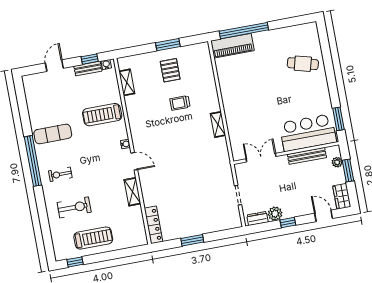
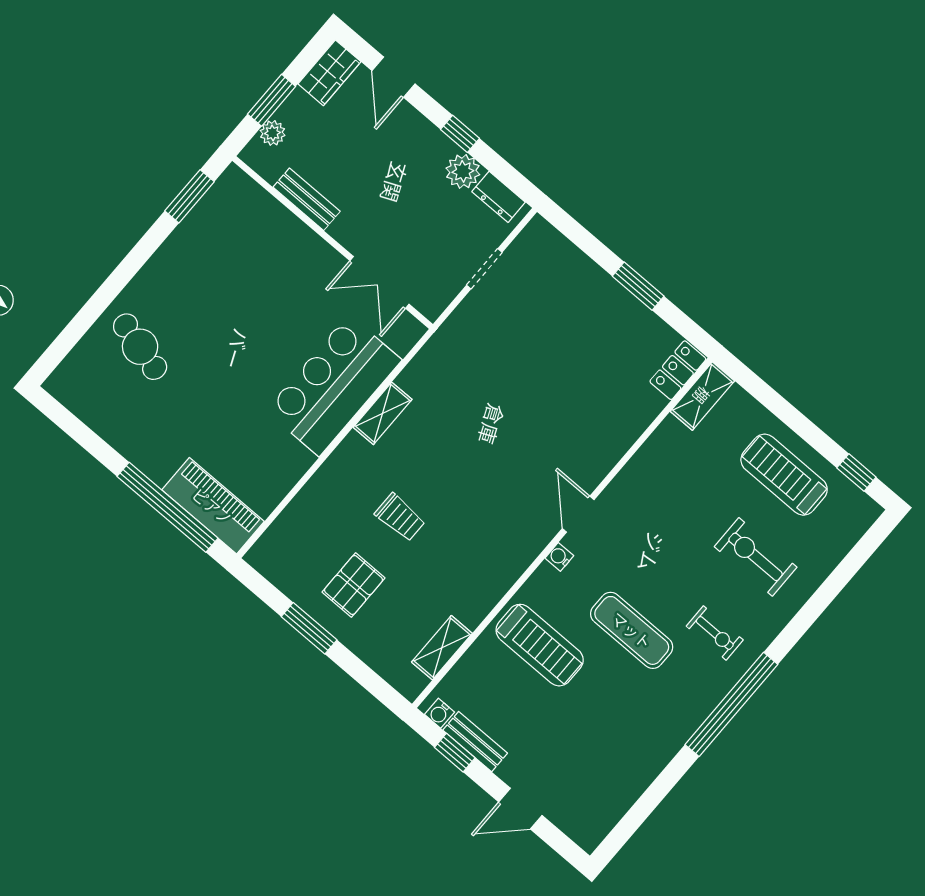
bar counter: (308, 133) -> (334, 385), moved, turned 90
exercise mat: (53, 134) -> (632, 630), moved
bench: (307, 156) -> (307, 199), width x0.73
shelving: (132, 192) -> (702, 396), moved
locker: (154, 225) -> (678, 370), width x0.66

